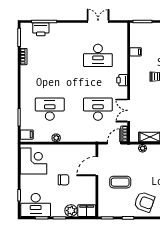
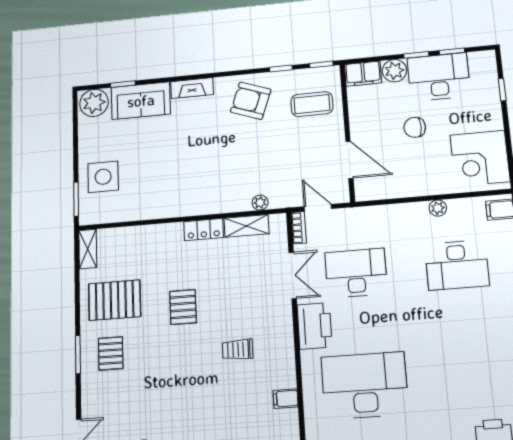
desk: (98, 55) -> (365, 385), width x1.36, depth x1.30
printer: (122, 80) -> (314, 326), width x1.87, depth x1.48
desk: (98, 109) -> (356, 273), turned 180
door: (114, 143) -> (318, 208), swing flipped
door: (97, 166) -> (349, 160), hinge flipped
coffee table: (120, 182) -> (312, 104), moved
desk: (36, 205) -> (439, 77), moved

